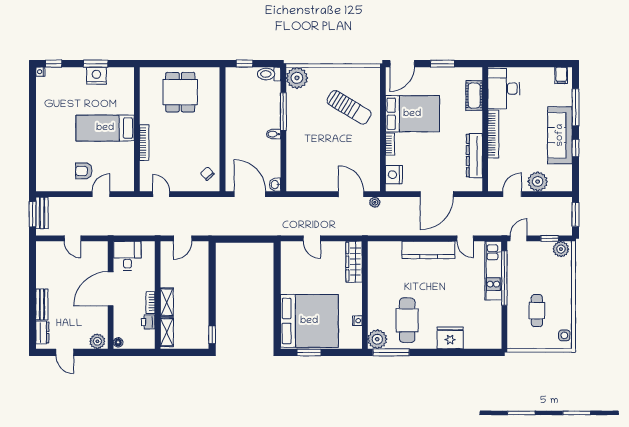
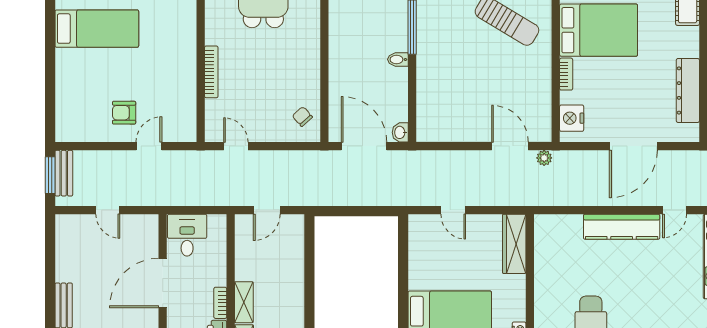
bed: (105, 128) -> (97, 29), moved, turned 180
door: (465, 238) -> (675, 210), hinge flipped

